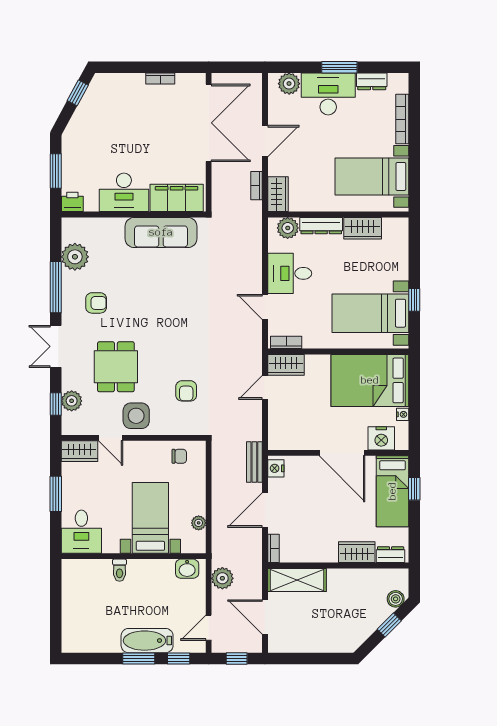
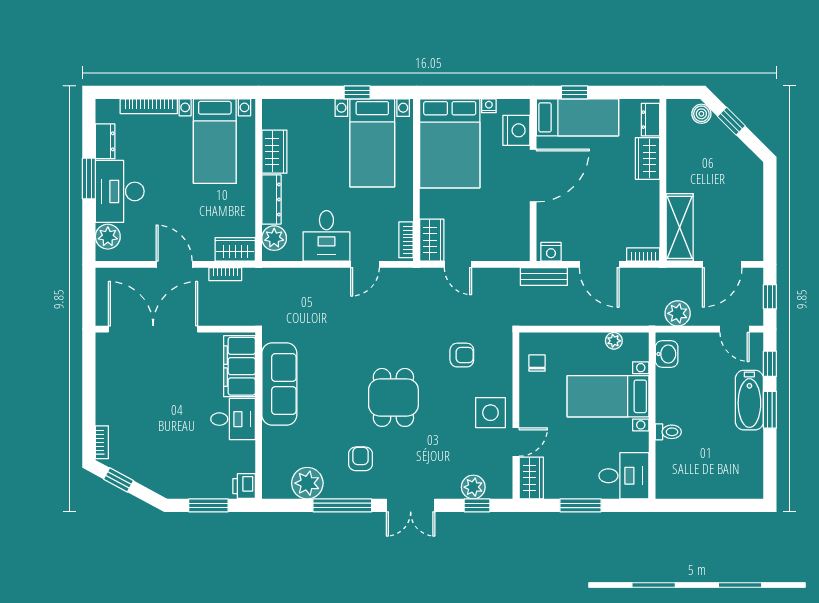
bookcase: (160, 78) -> (102, 442), moved
desk: (124, 192) -> (233, 419), width x0.73
dining table: (116, 367) -> (393, 397), moved, turned 90

